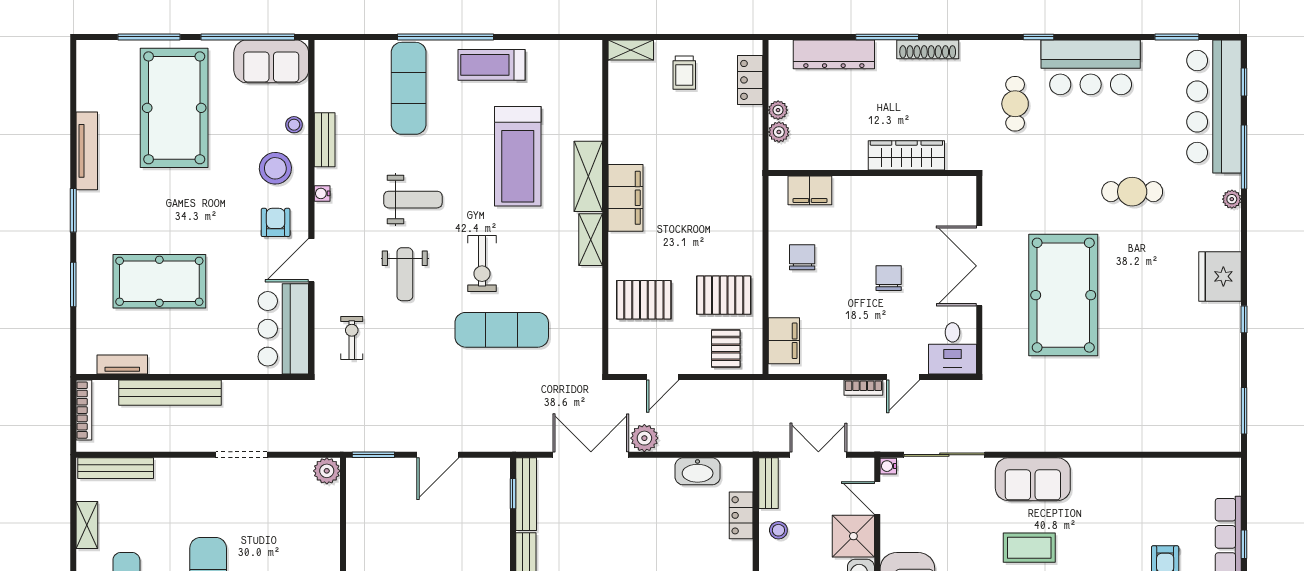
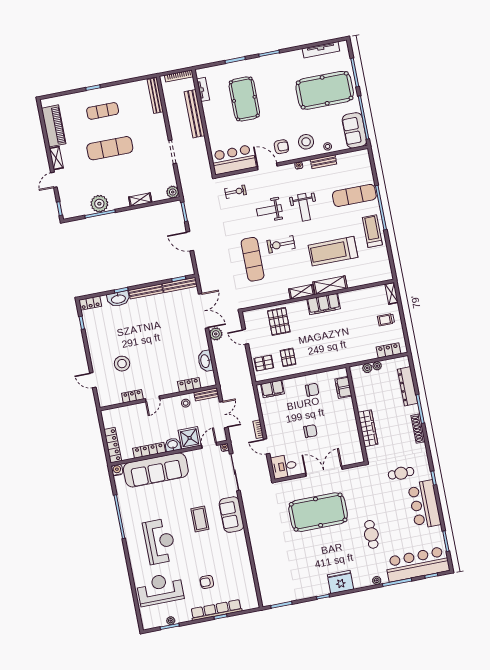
tv unit: (87, 151) -> (321, 50), moved
pallet: (724, 295) -> (288, 357), width x0.67, depth x0.71
shelving: (87, 525) -> (140, 200), moved

